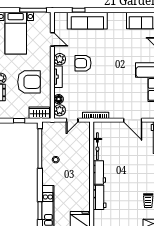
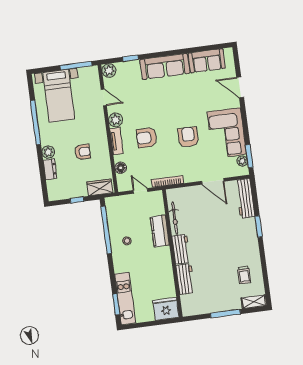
sofa: (87, 21) -> (165, 66), moved
armchair: (83, 63) -> (147, 138), moved
armchair: (117, 81) -> (188, 137), added
armchair: (29, 82) -> (82, 152), width x0.53, depth x0.53
plant: (60, 110) -> (109, 71), moved
door: (72, 120) -> (140, 191), swing flipped
kitchen counter: (84, 155) -> (160, 231), added

